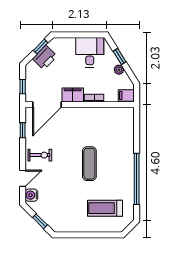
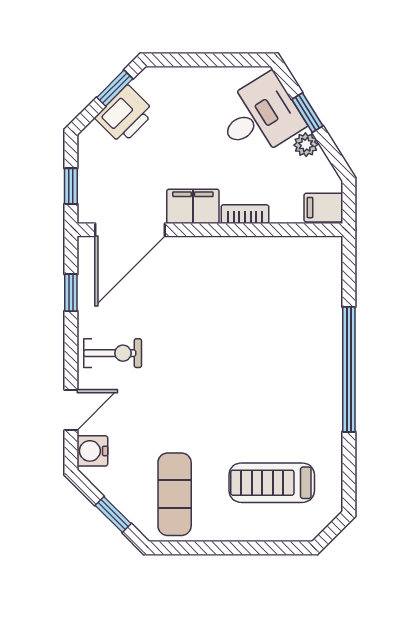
desk: (90, 52) -> (260, 117), moved, turned 58
exercise mat: (89, 164) -> (175, 494), moved
window: (137, 179) -> (349, 369), moved

